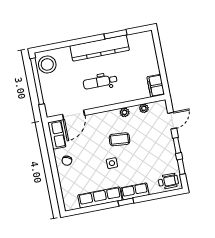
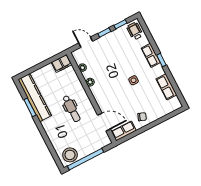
kitchen counter: (100, 48) -> (35, 98), moved
coffee table: (120, 139) -> (113, 80), removed
row of seats: (100, 198) -> (166, 87), width x0.68

